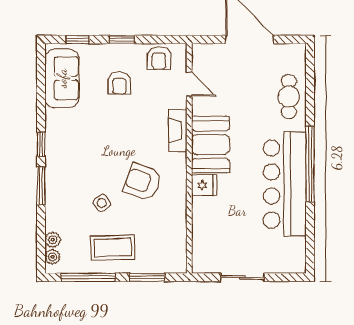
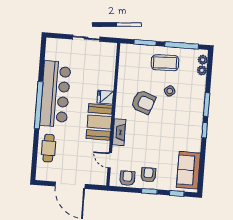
armchair: (119, 83) -> (148, 175), moved

